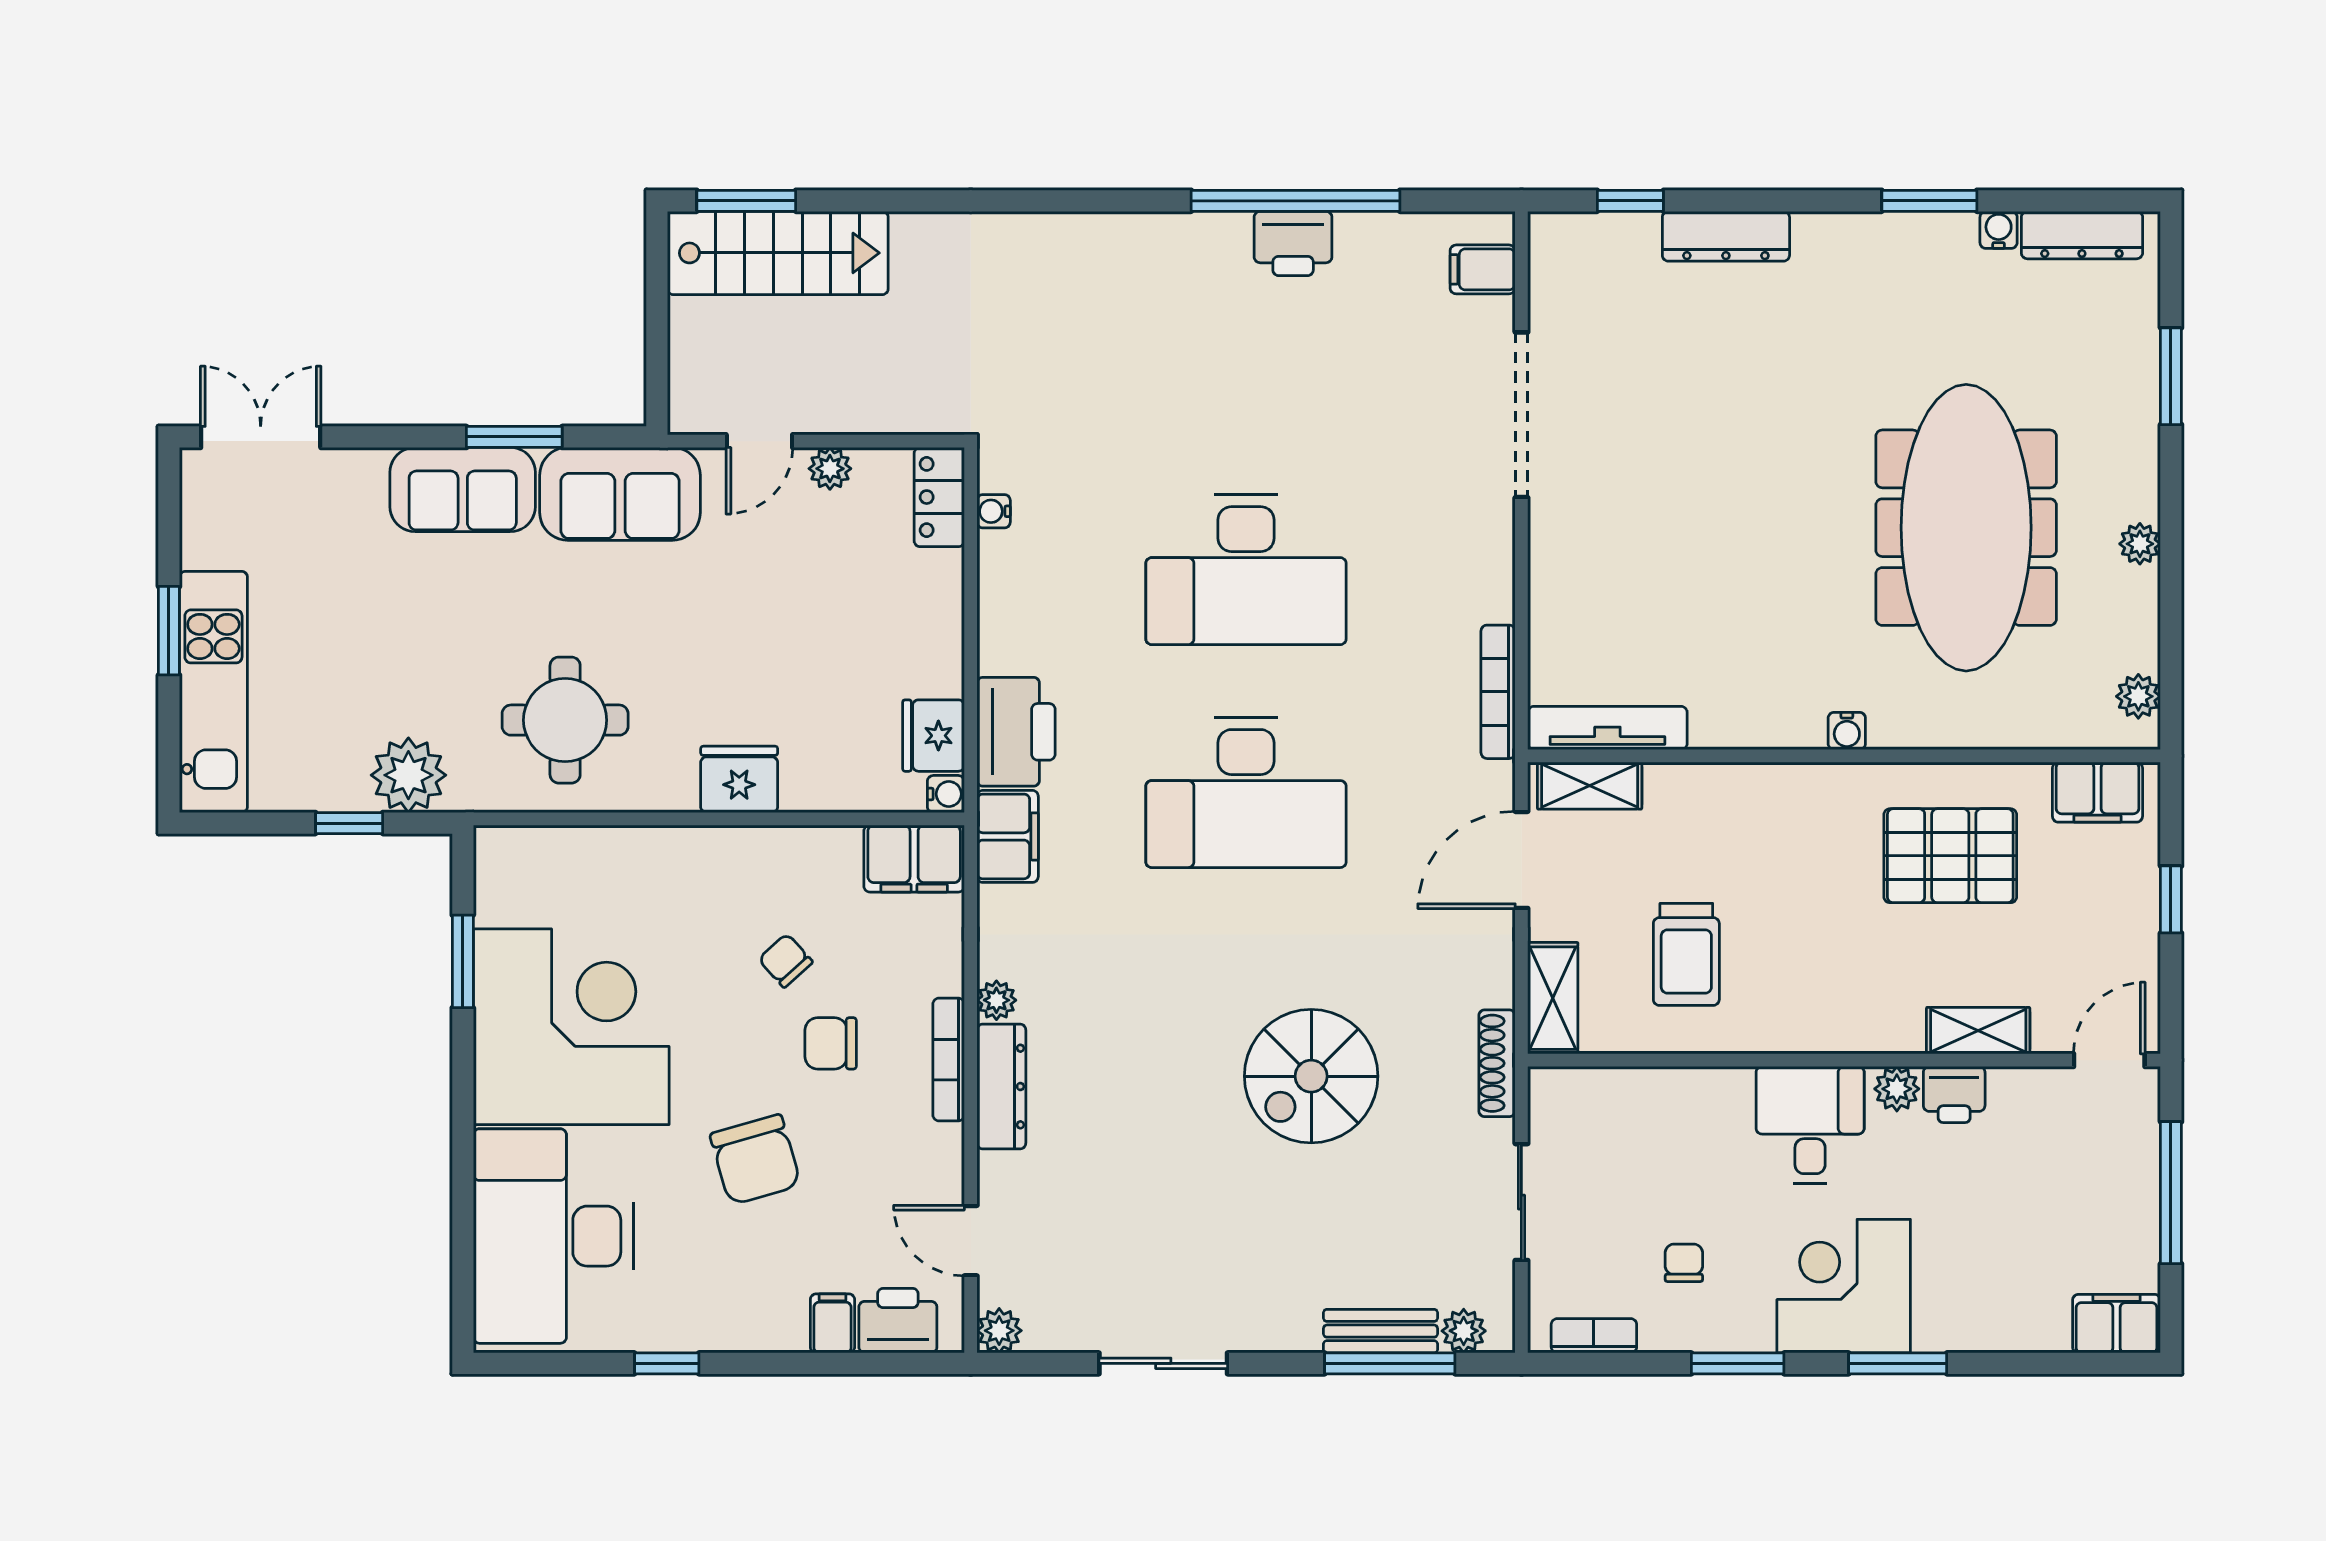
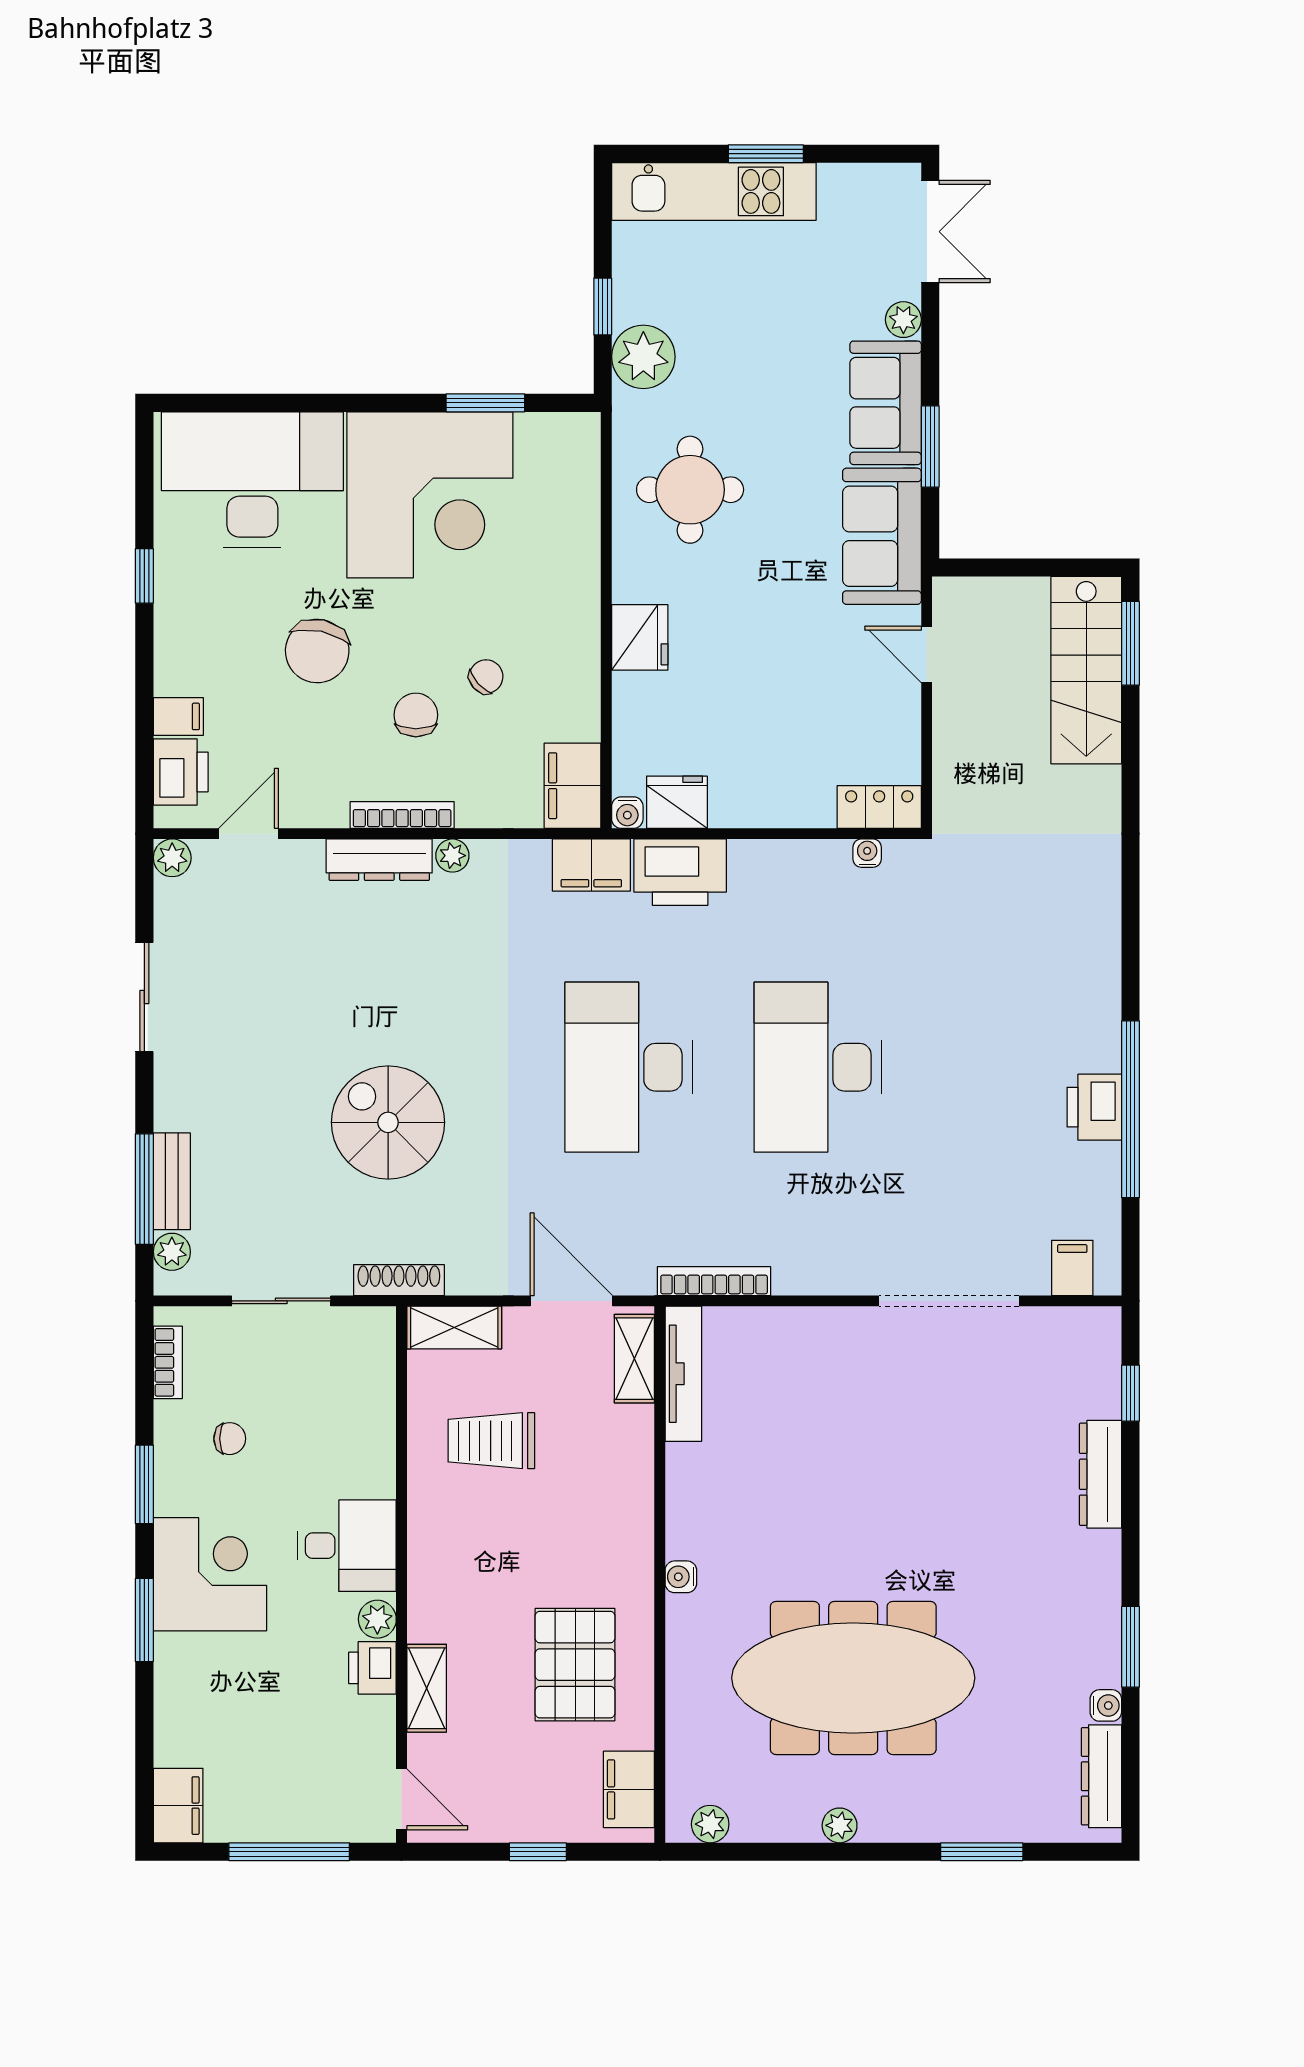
plant: (830, 469) -> (903, 320), moved
chair: (755, 1160) -> (317, 651), turned -62

